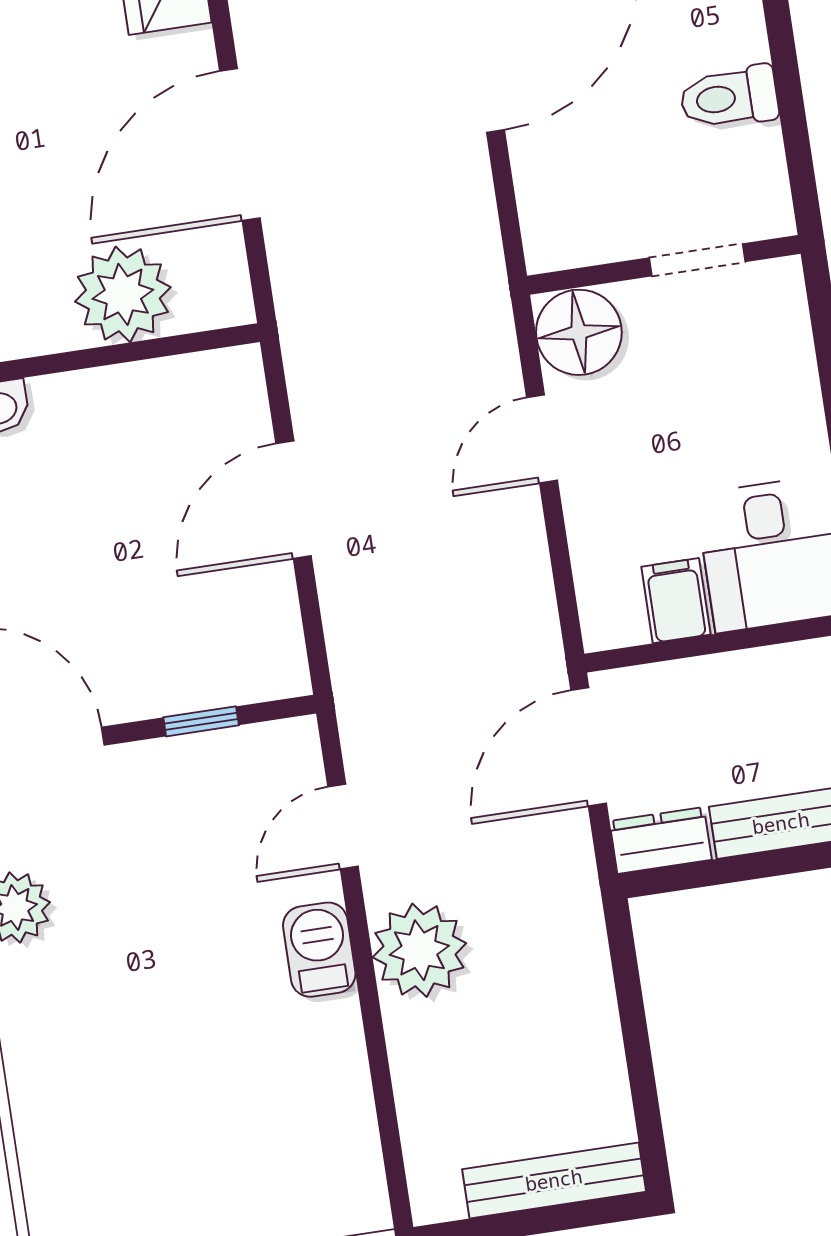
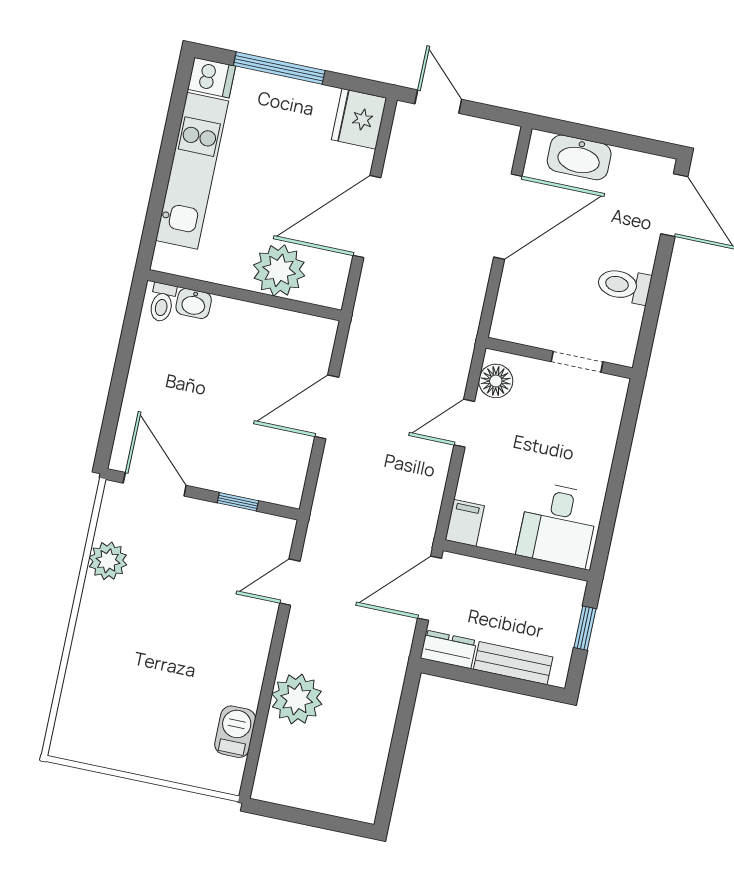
floor lamp: (579, 332) -> (496, 381), width x0.73, depth x0.73
filing cabinet: (676, 601) -> (465, 523), moved
barbecue: (319, 950) -> (235, 732), moved
plant: (419, 950) -> (297, 699), moved
bench: (554, 1180) -> (330, 802), removed

